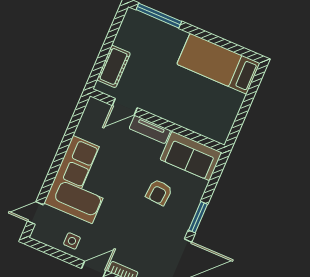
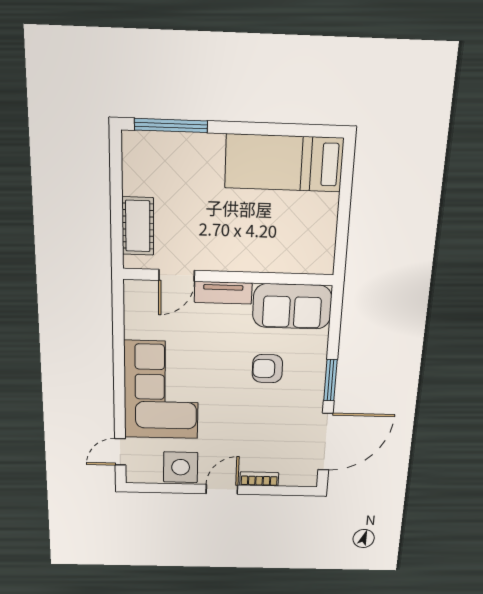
armchair: (159, 192) -> (267, 369), turned 85
side table: (72, 241) -> (181, 467), width x1.87, depth x1.87

